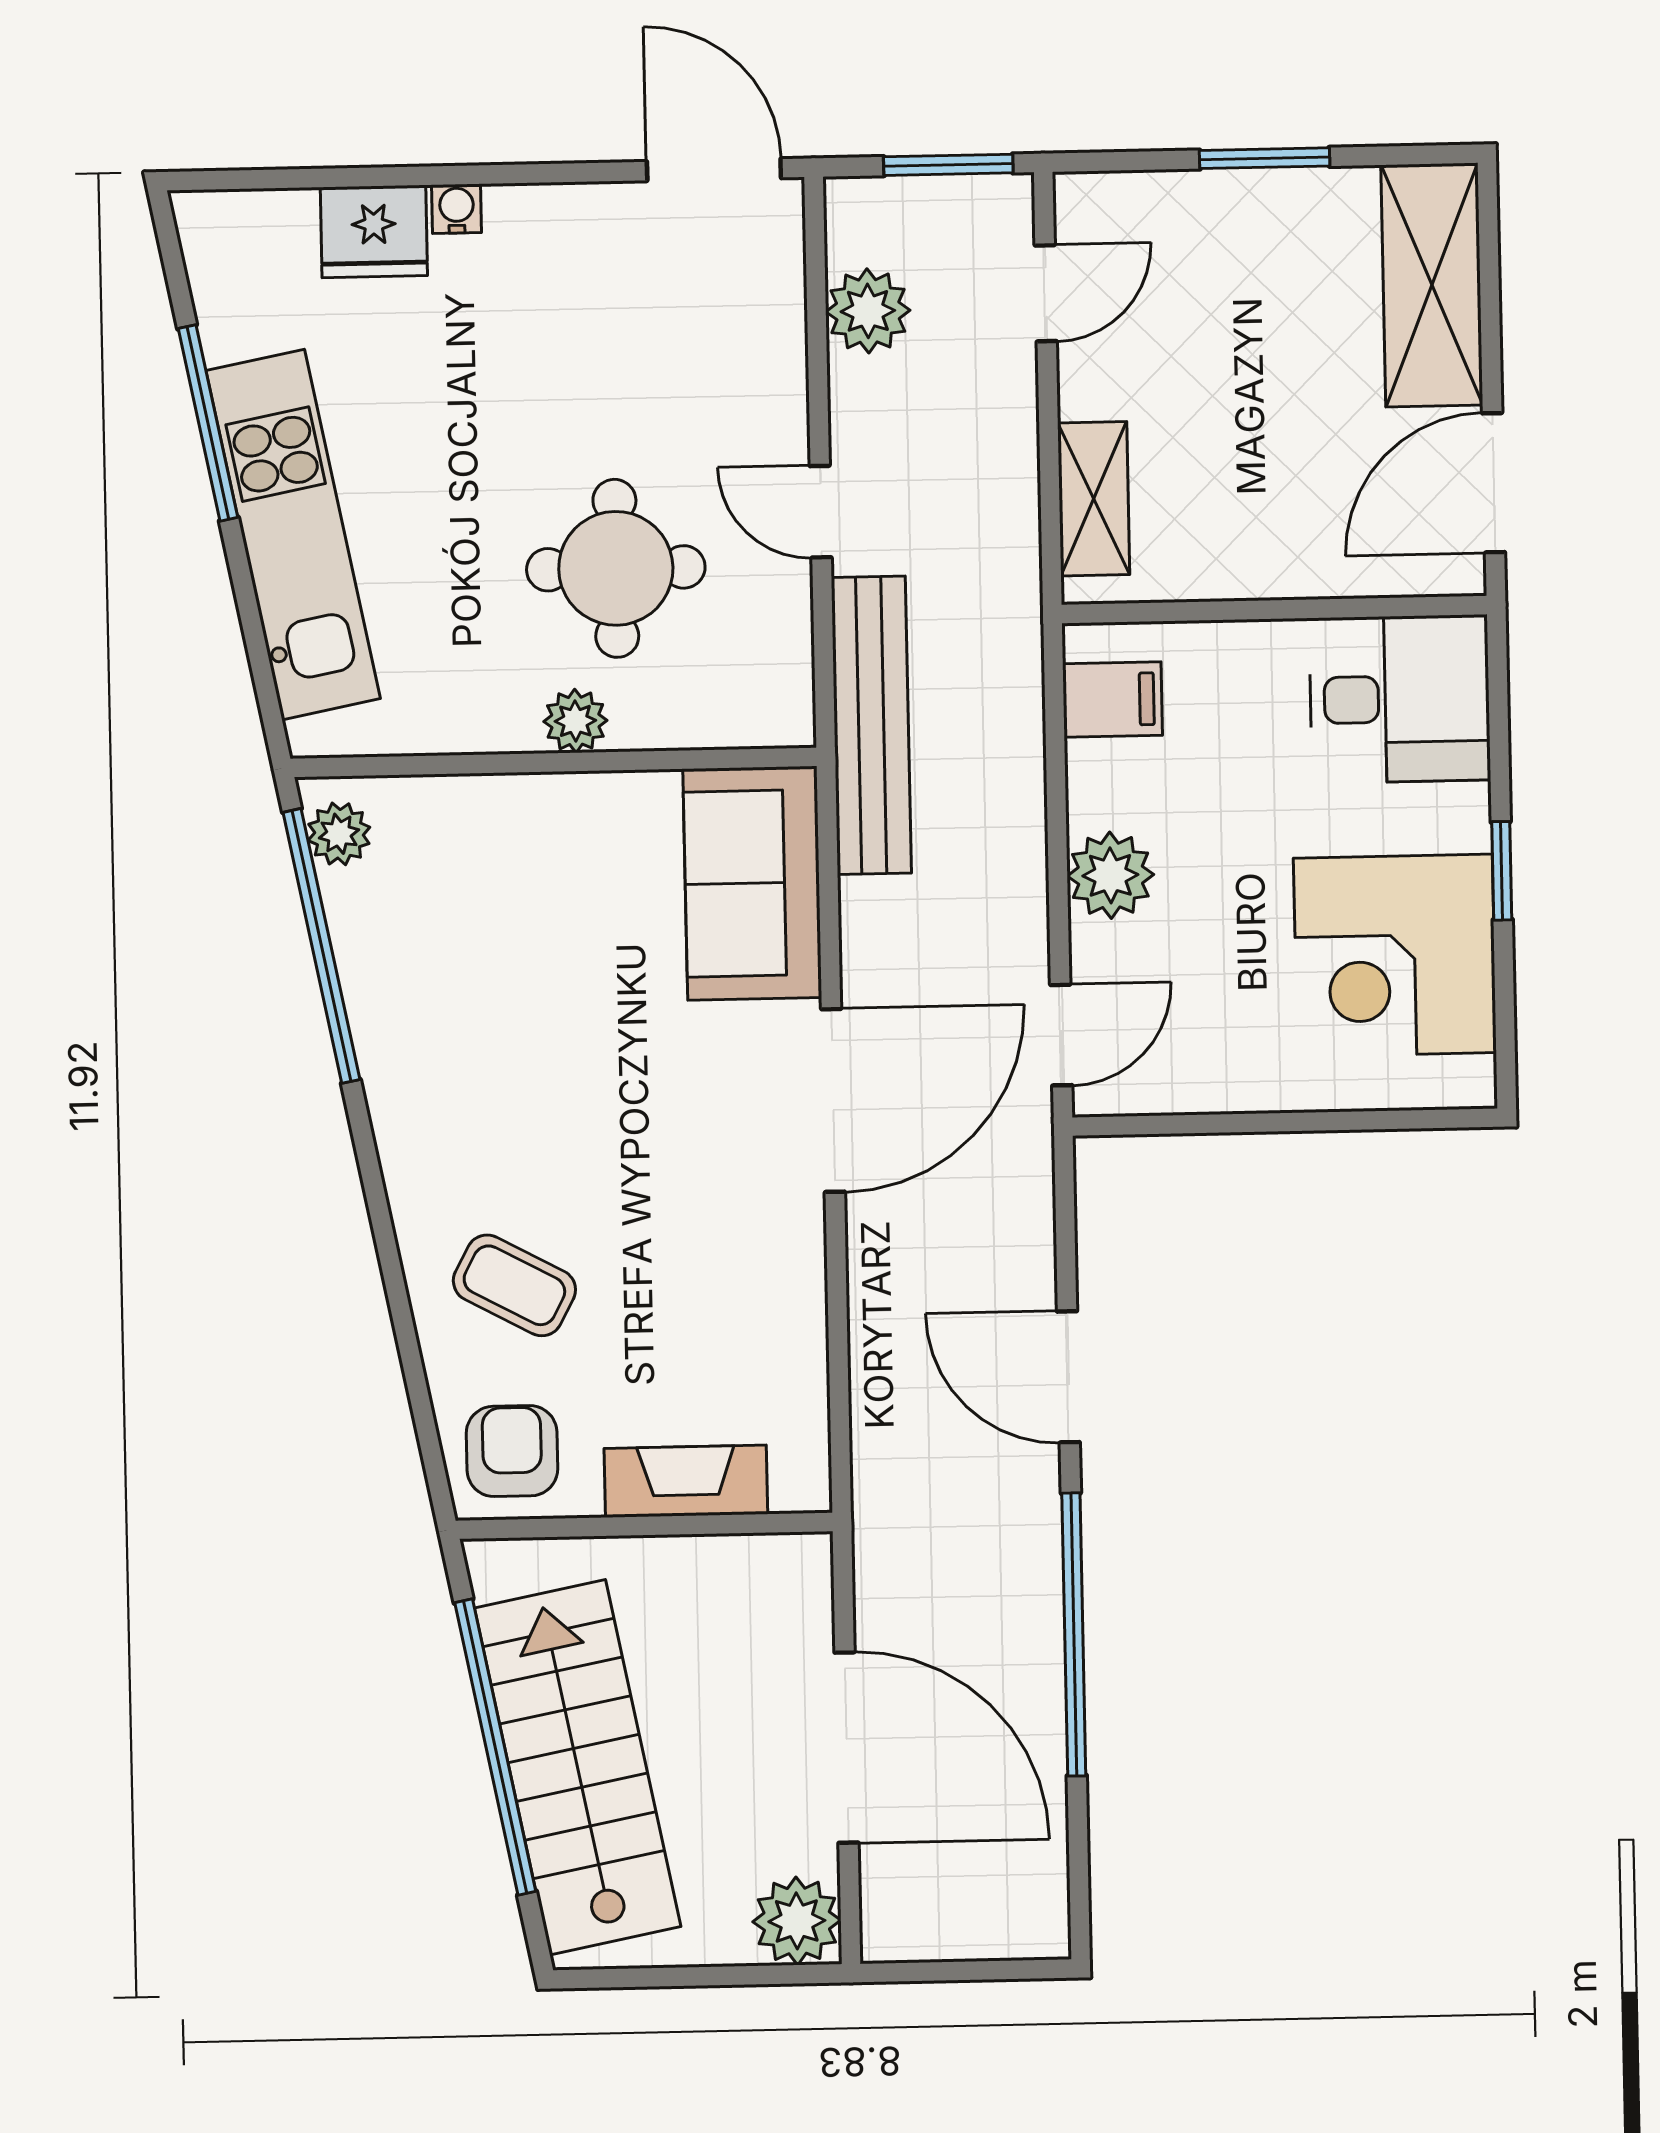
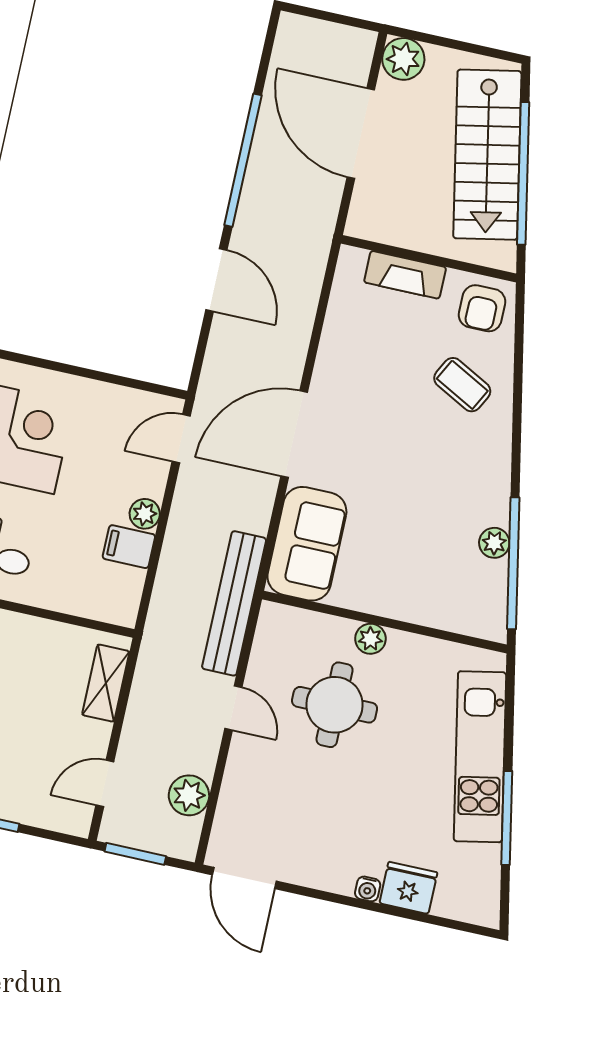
filing cabinet: (1112, 700) -> (129, 547), moved
plant: (339, 834) -> (494, 543), moved
plant: (1110, 875) -> (145, 514), width x0.73, depth x0.73

